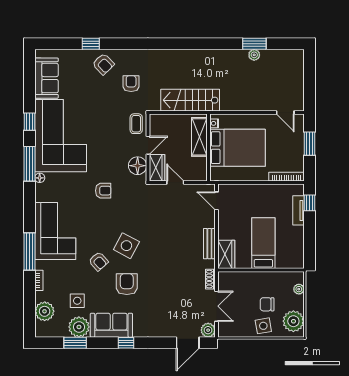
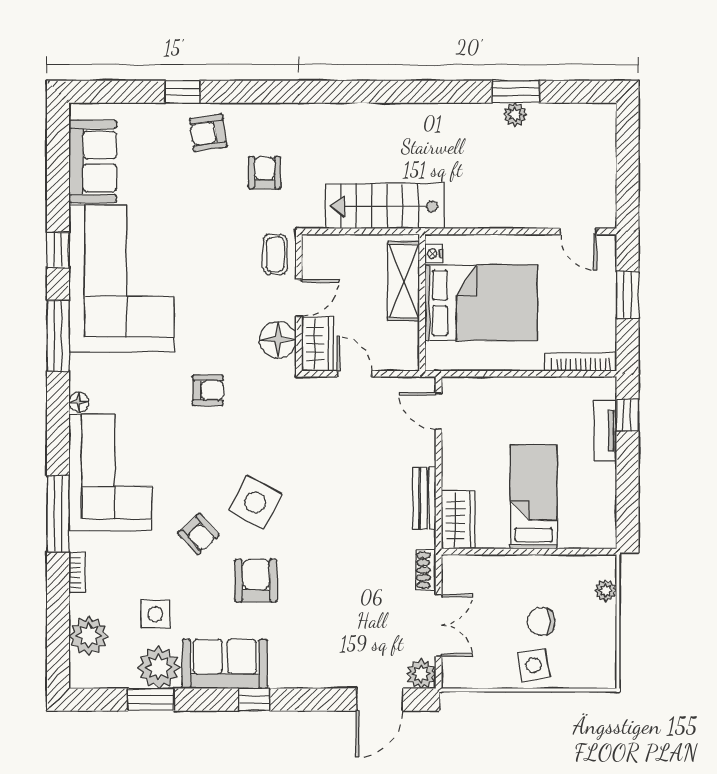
armchair: (103, 64) -> (208, 133), turned 126
floor lamp: (40, 178) -> (79, 402), moved
plant: (293, 321) -> (595, 656), removed

